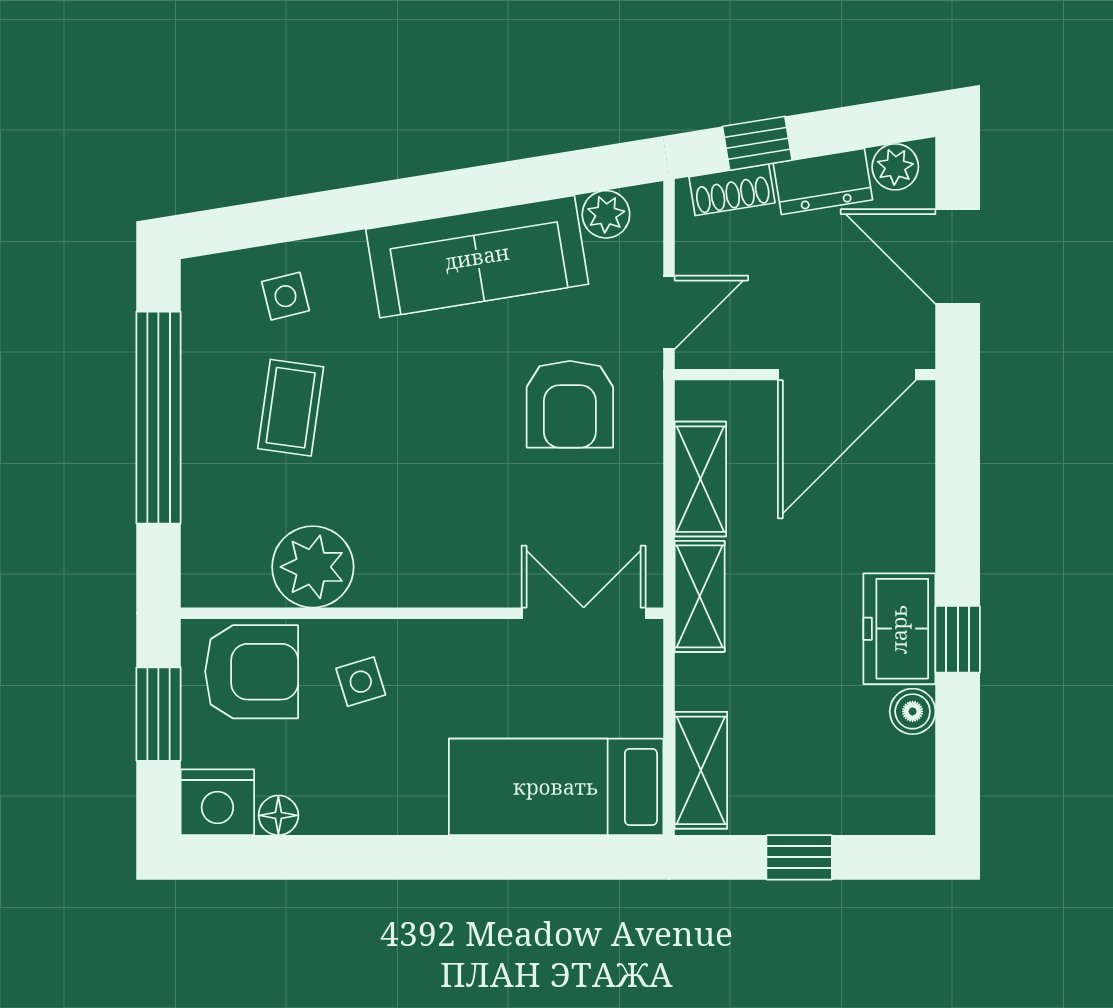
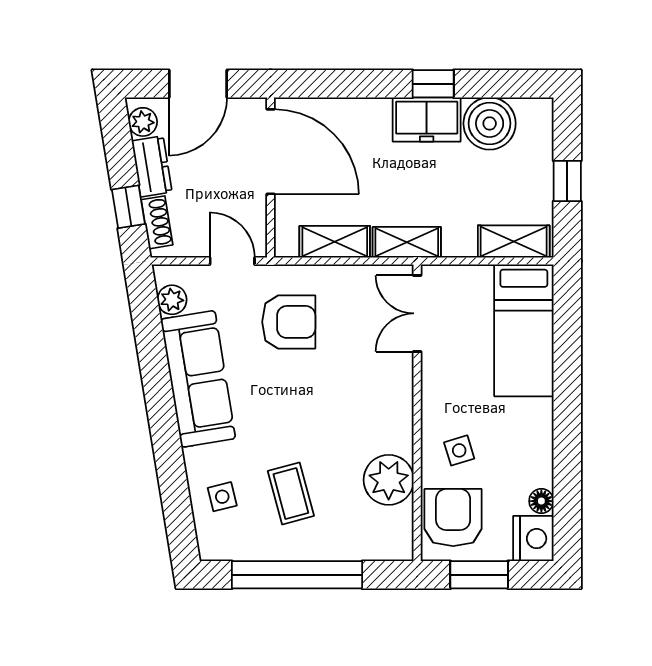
coffee table: (291, 408) -> (291, 493), turned 67
boiler: (913, 711) -> (490, 123), width x1.86, depth x1.86

